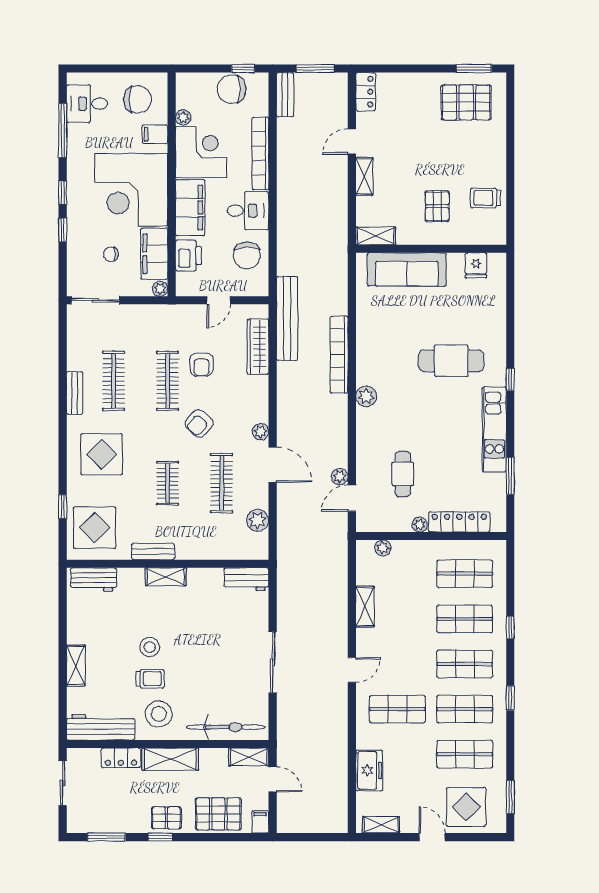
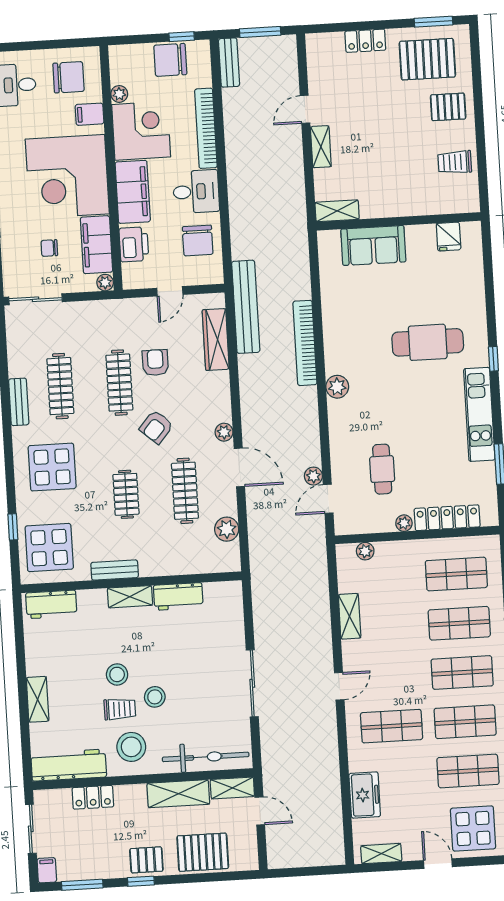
locker: (365, 92) -> (365, 41), moved, turned 90
pallet: (437, 206) -> (448, 107), moved, turned 90
sofa: (407, 269) -> (373, 245), width x0.73
armchair: (202, 365) -> (155, 363), turned 180
workbench: (246, 579) -> (178, 596), moved
stool: (183, 670) -> (155, 697), added
shelving: (170, 759) -> (178, 794), moved
filing cabinet: (260, 822) -> (47, 870), moved

